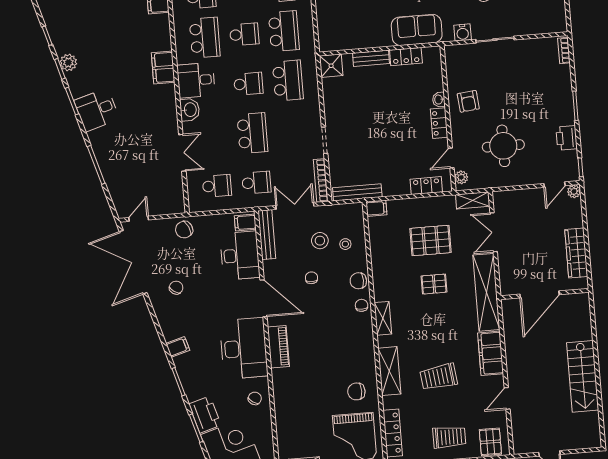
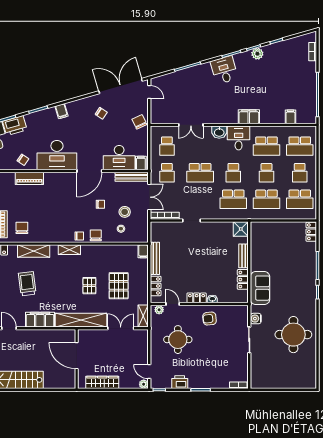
bench: (357, 192) -> (155, 258), moved
piano: (278, 347) -> (29, 178), moved

